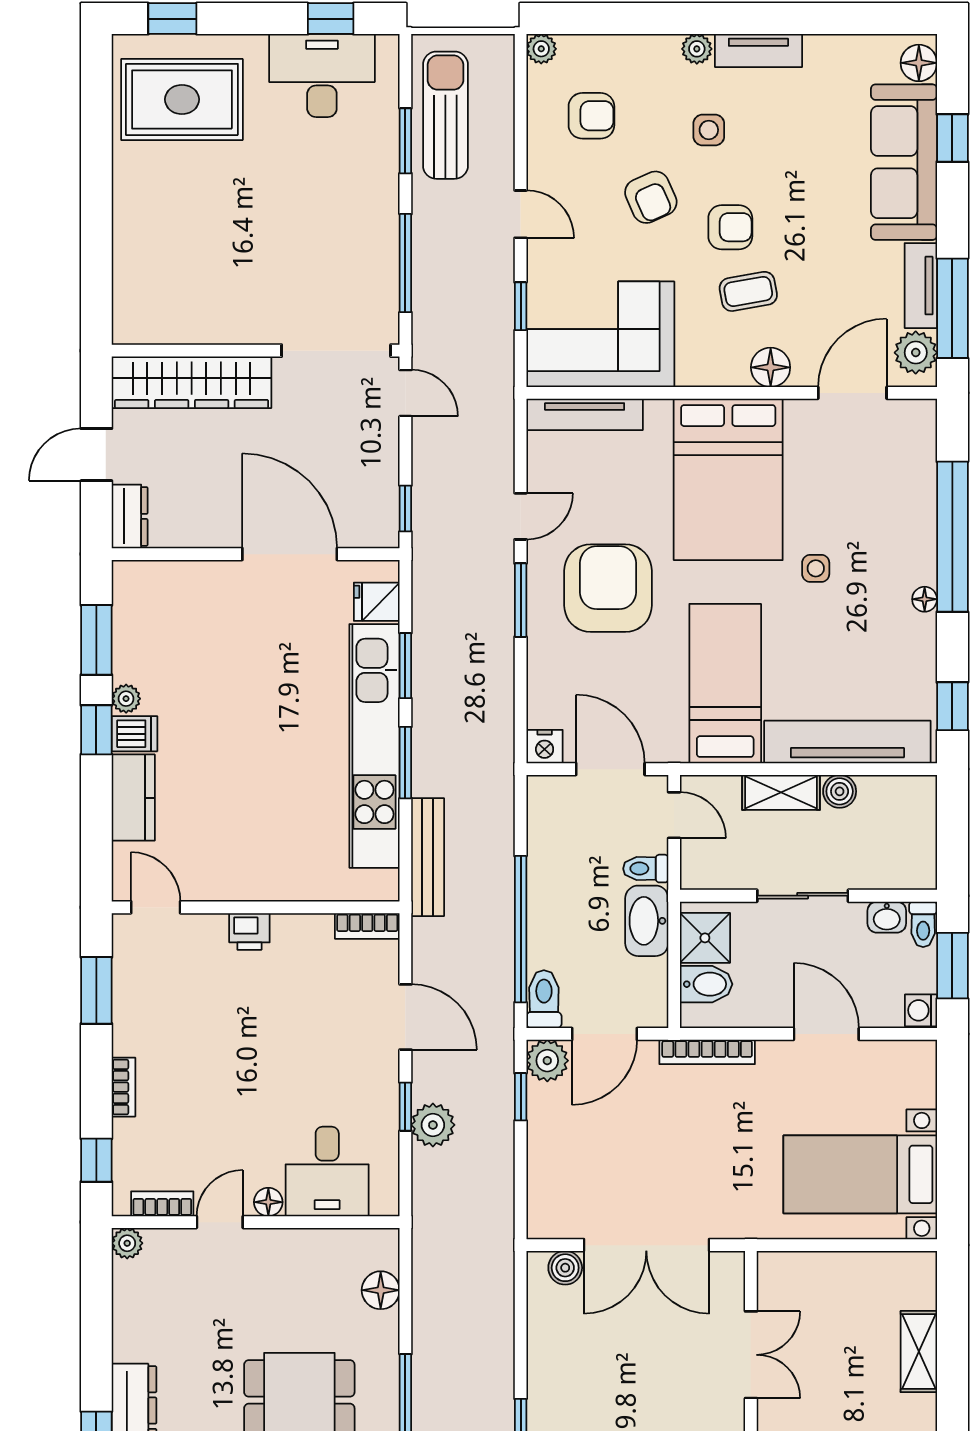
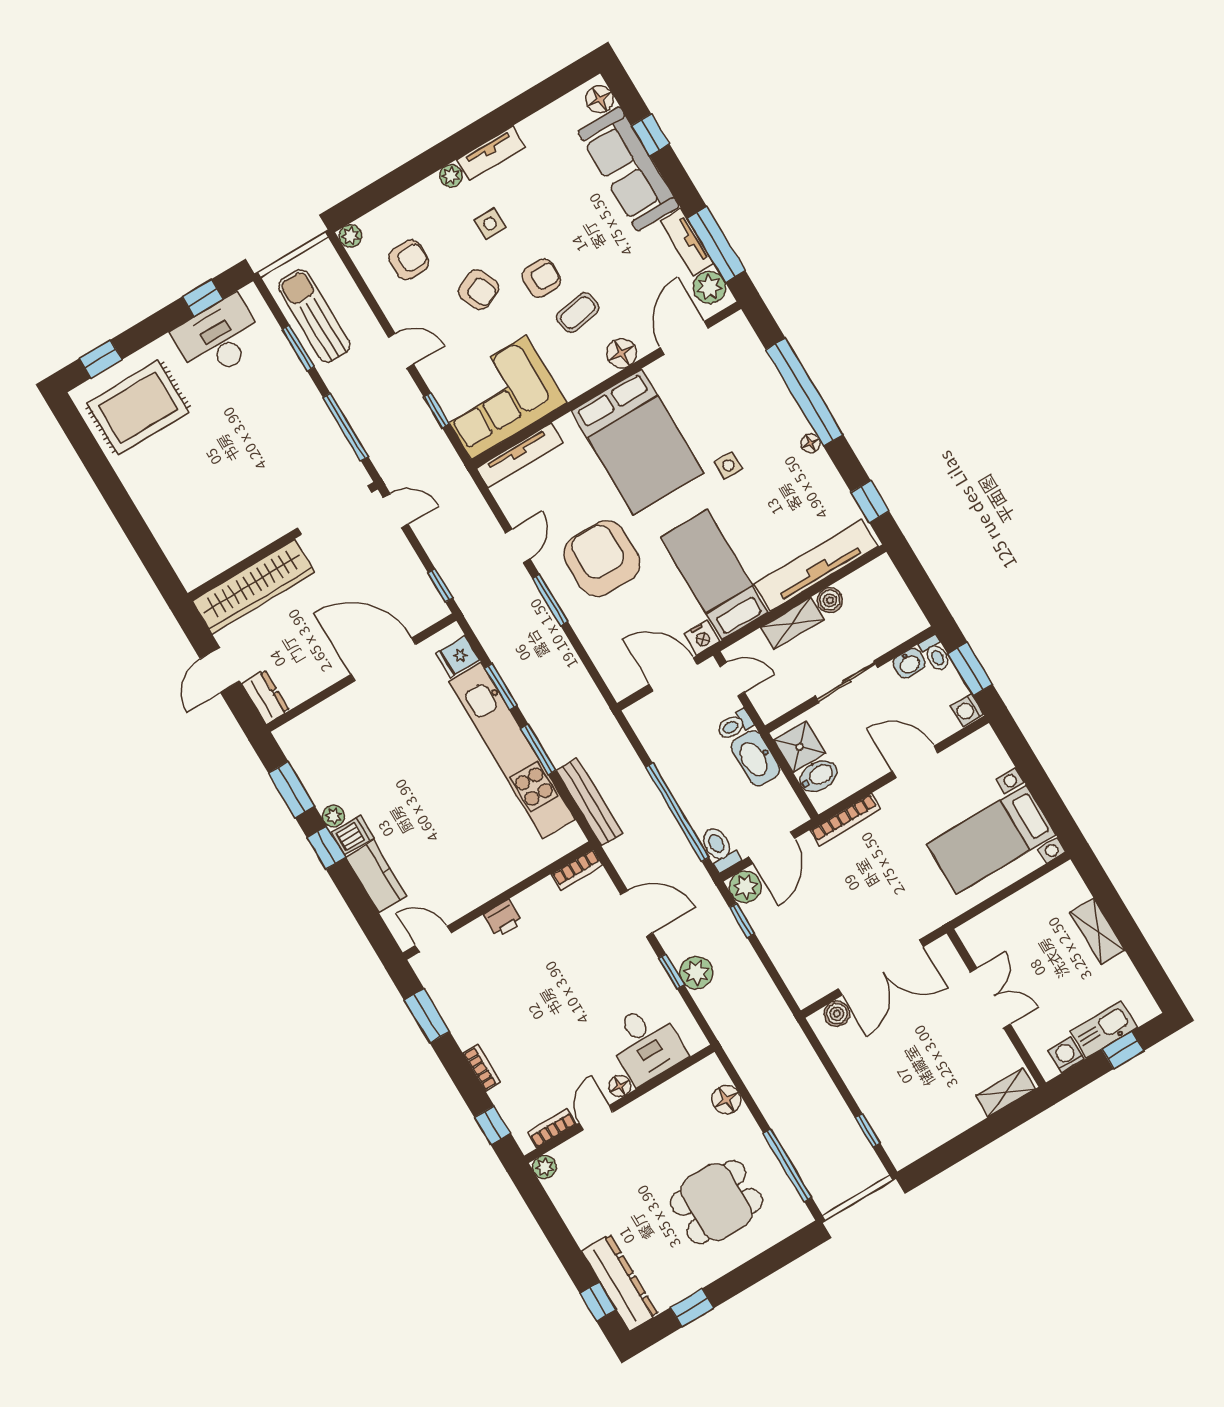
nightstand: (545, 747) -> (702, 637), moved

